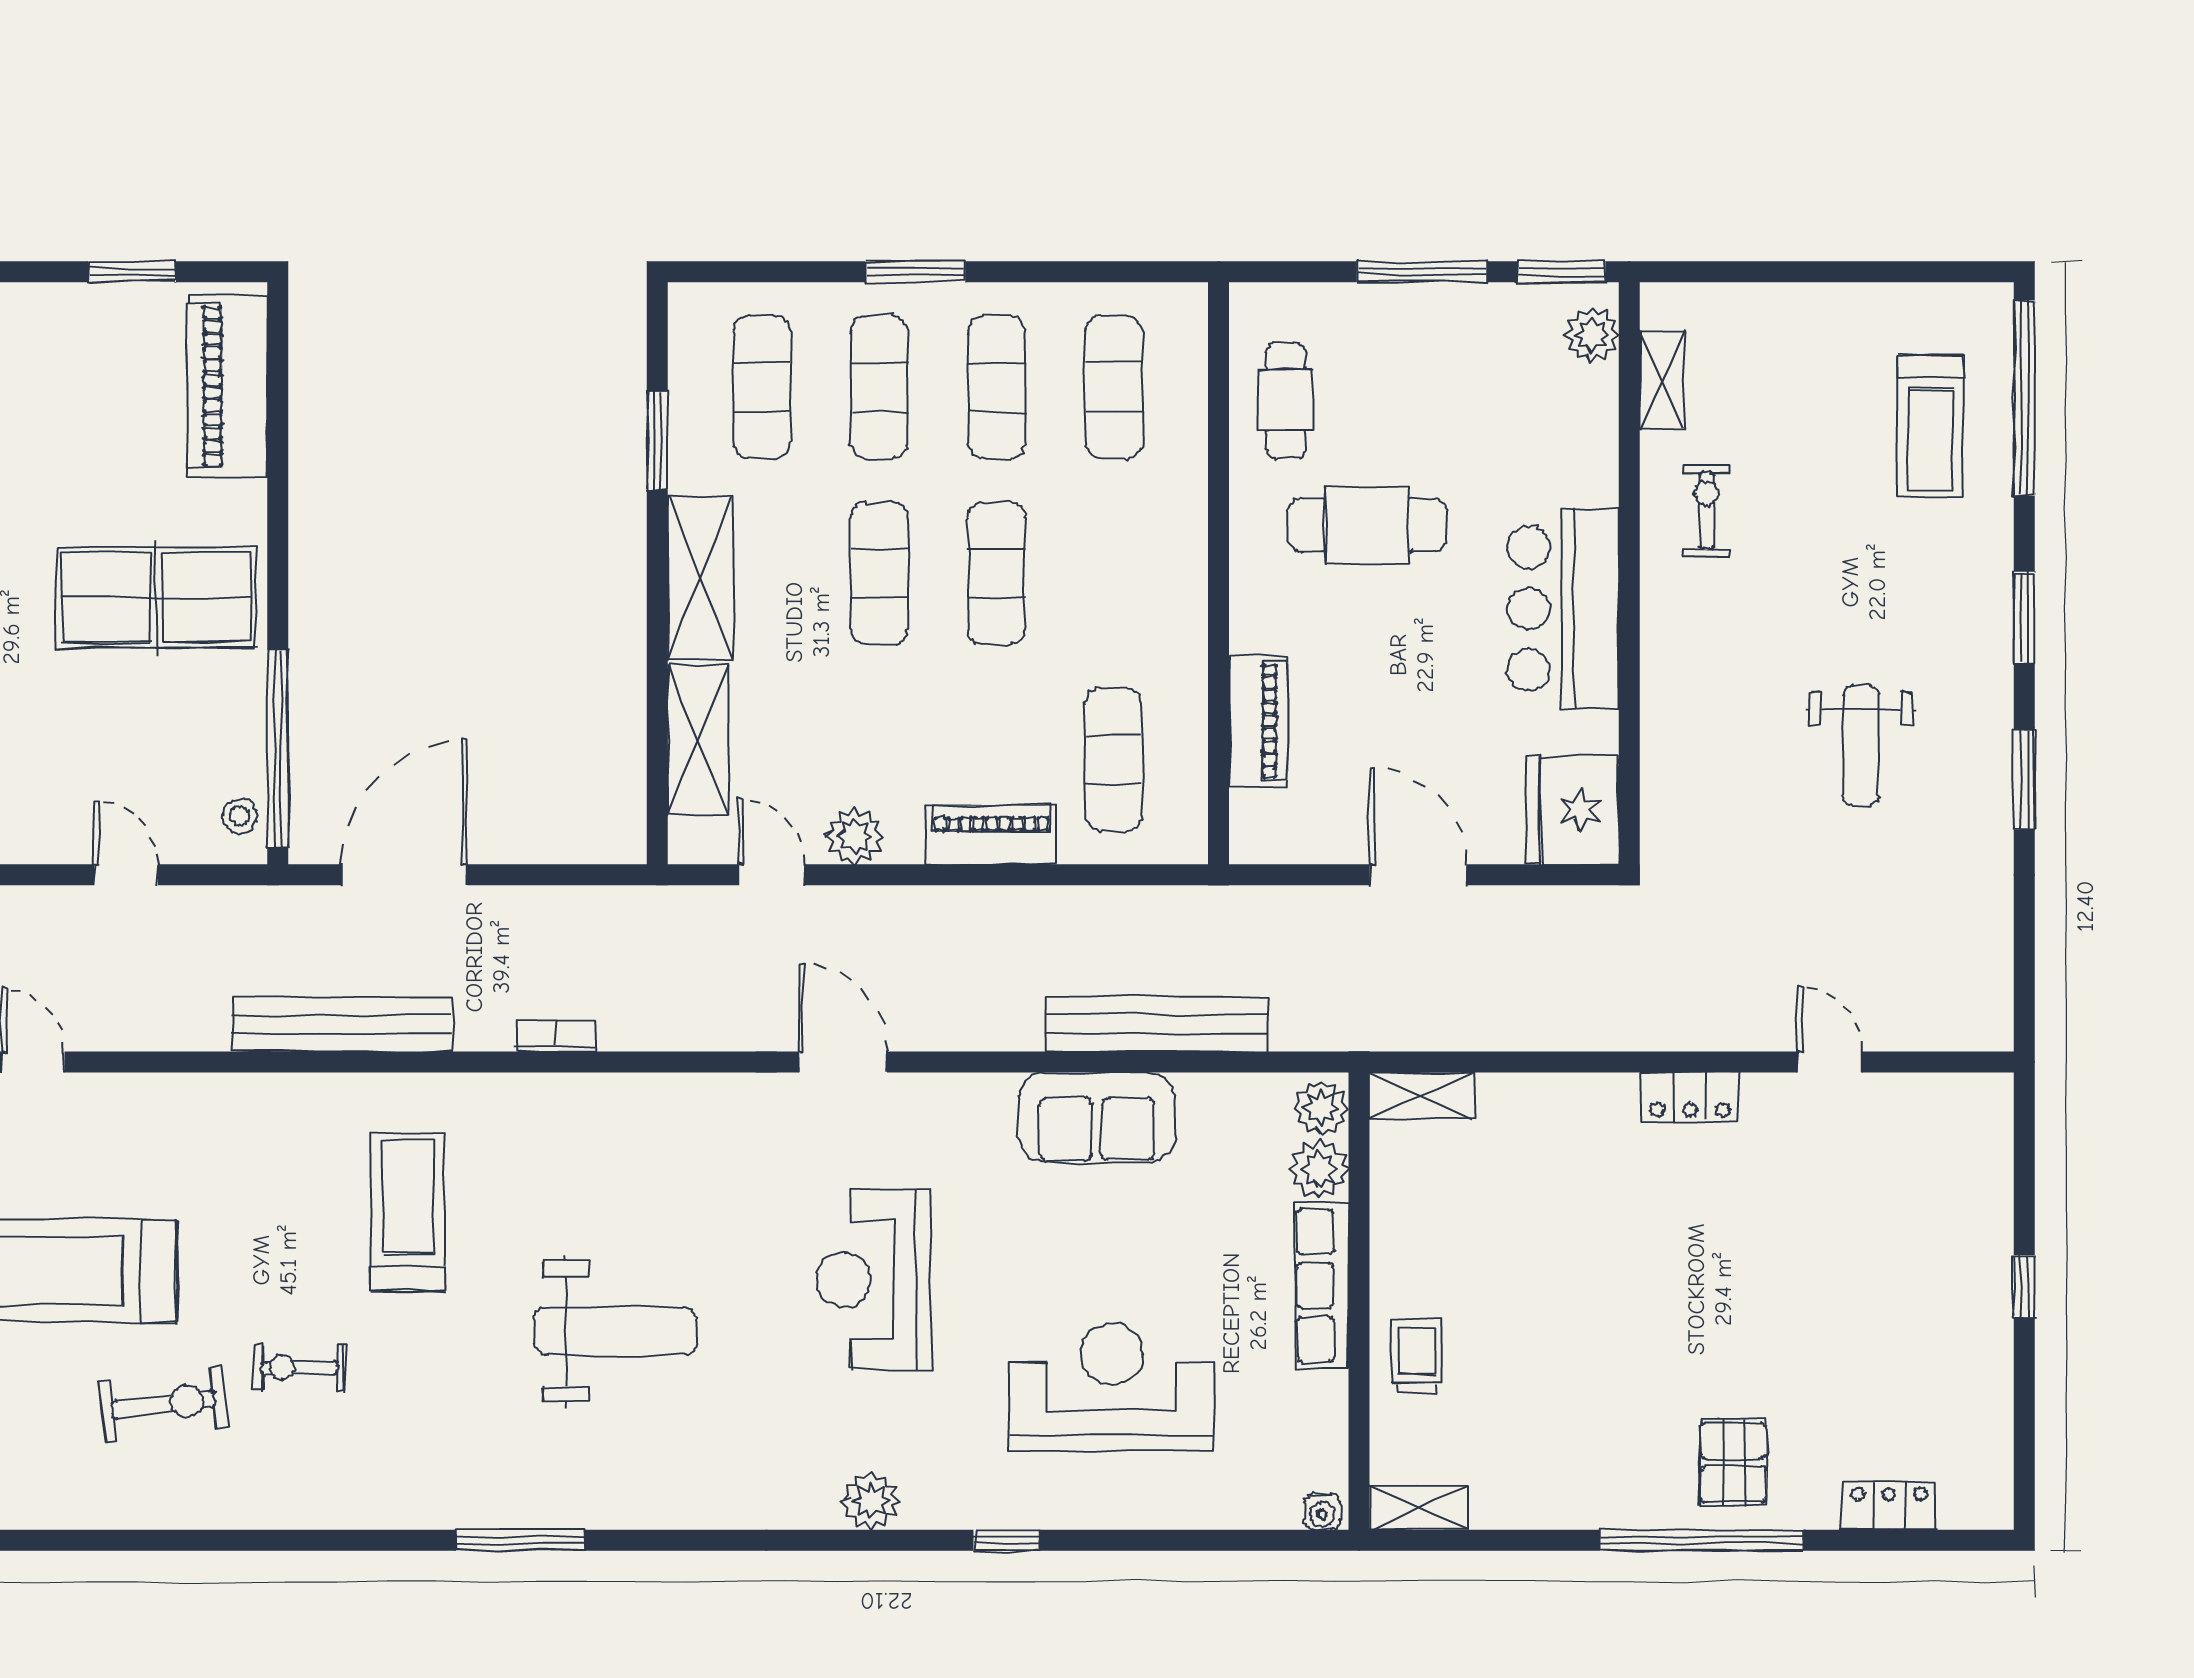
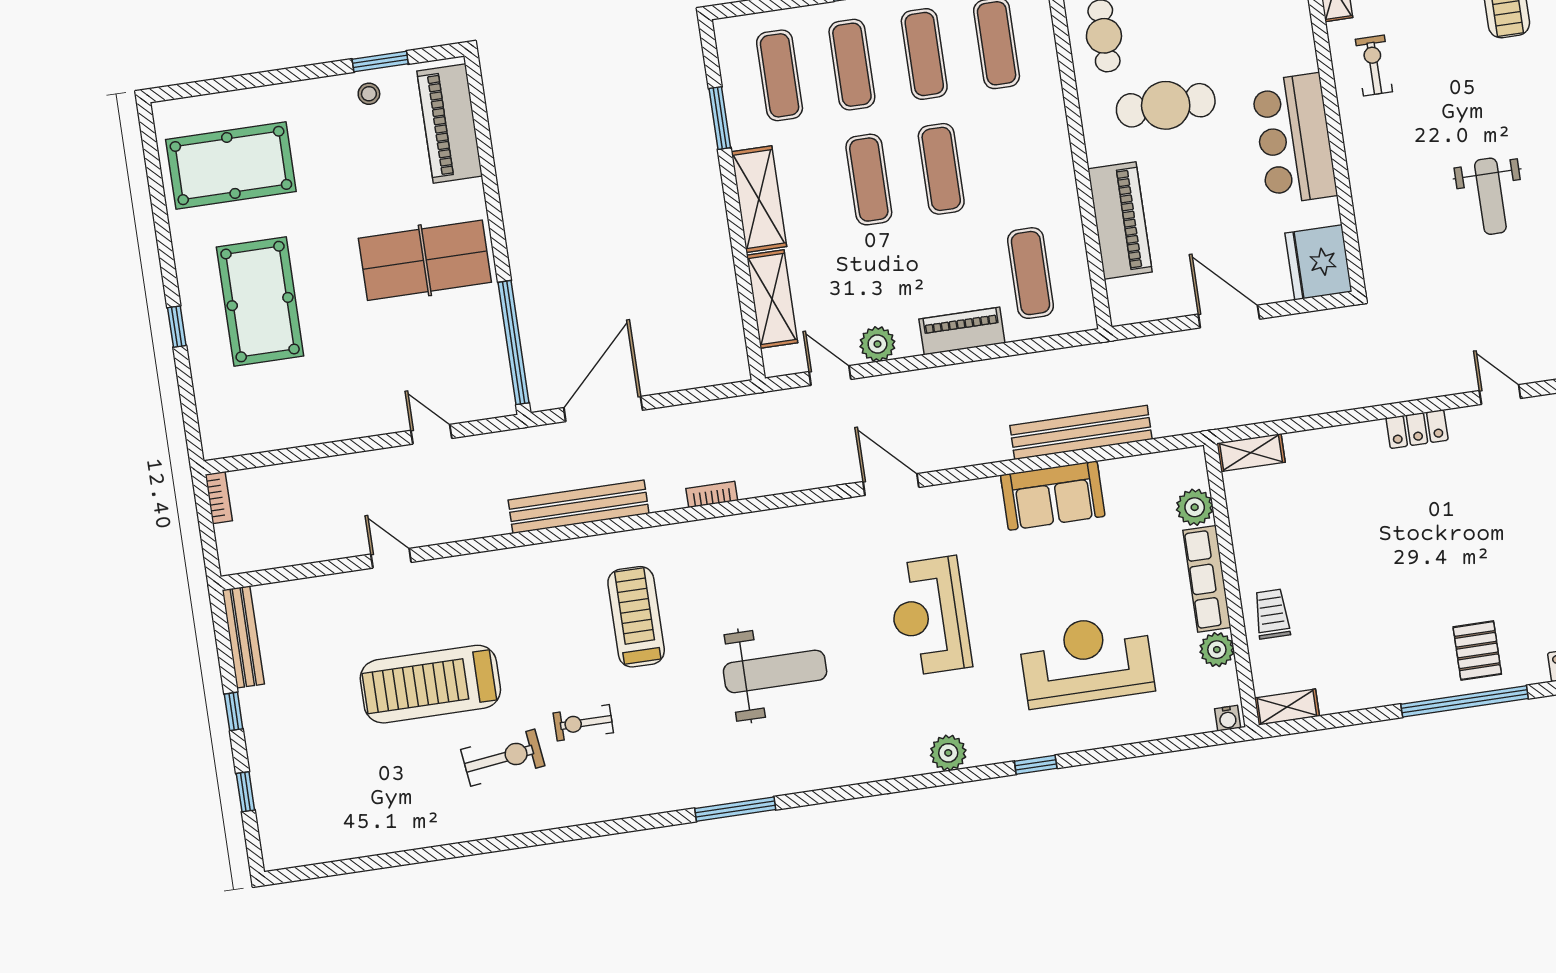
piano: (1258, 721) -> (1120, 220), width x1.37, depth x1.33
stool: (240, 816) -> (369, 94), moved
plant: (1321, 1108) -> (1217, 650), moved

